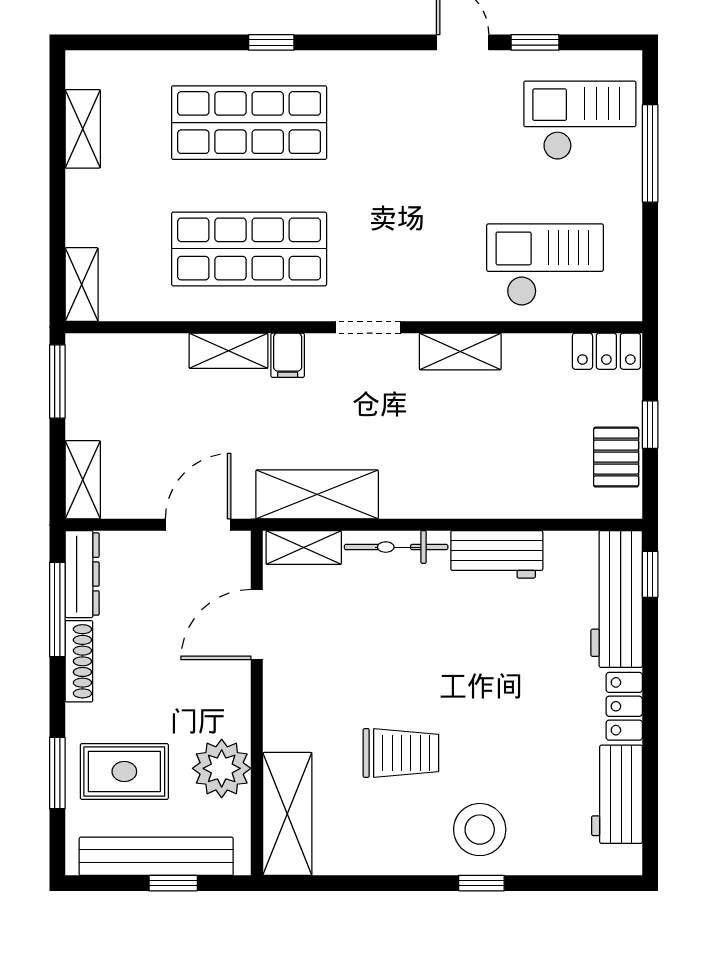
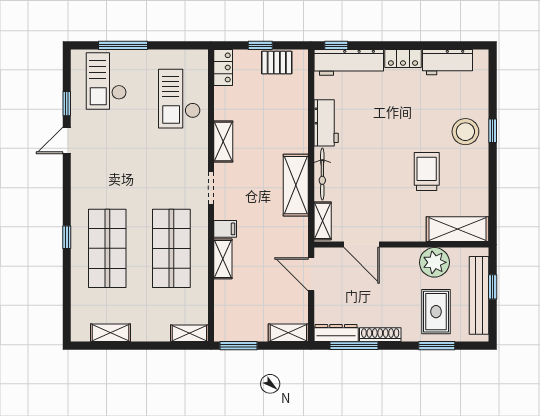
shelving: (317, 494) -> (296, 185), moved

